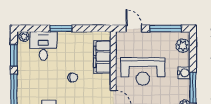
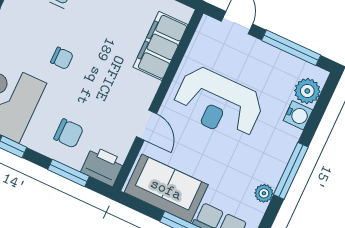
water cooler: (184, 73) -> (298, 115), moved
chair: (73, 77) -> (62, 58), moved

